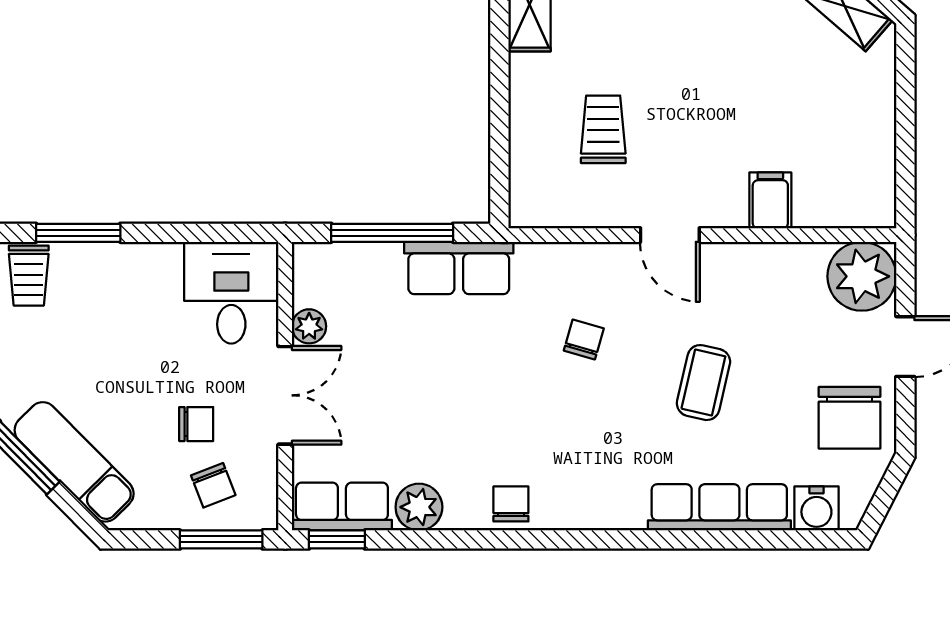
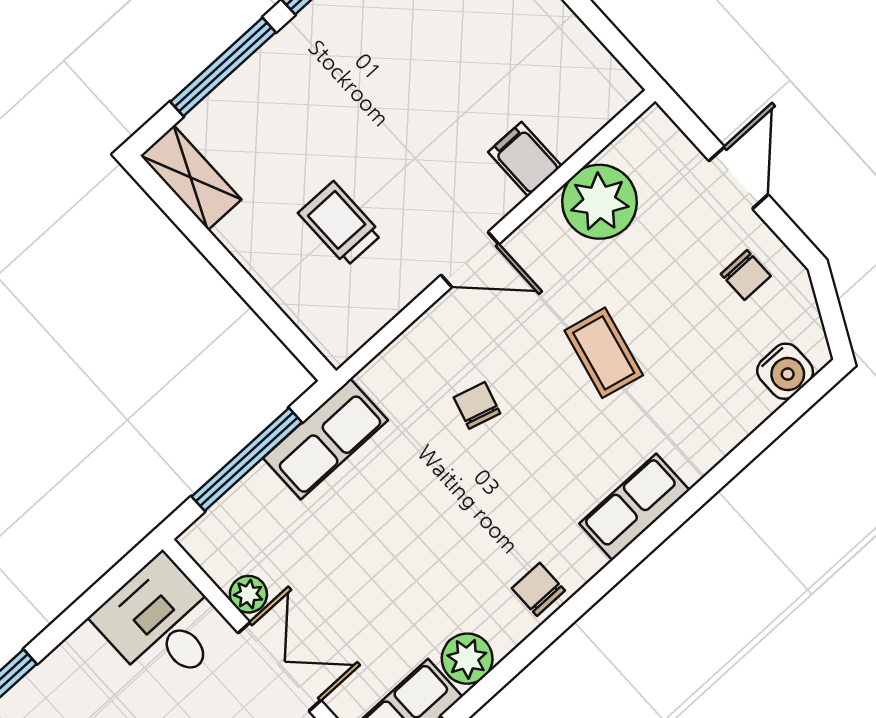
plant: (862, 276) -> (600, 202), moved
chair: (850, 418) -> (746, 275), width x0.54, depth x0.54
row of seats: (719, 507) -> (634, 507), moved, width x0.68

